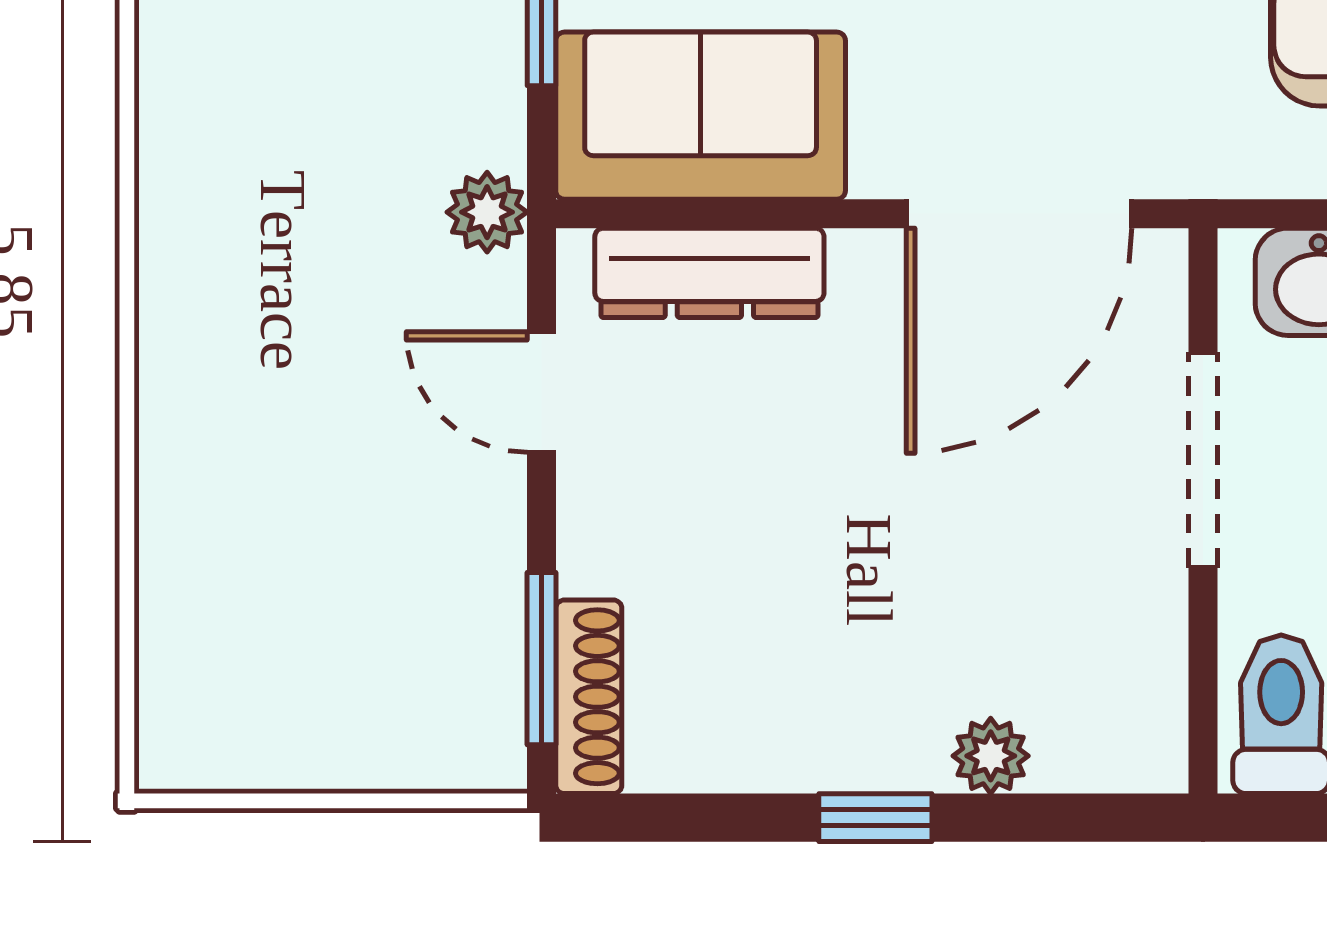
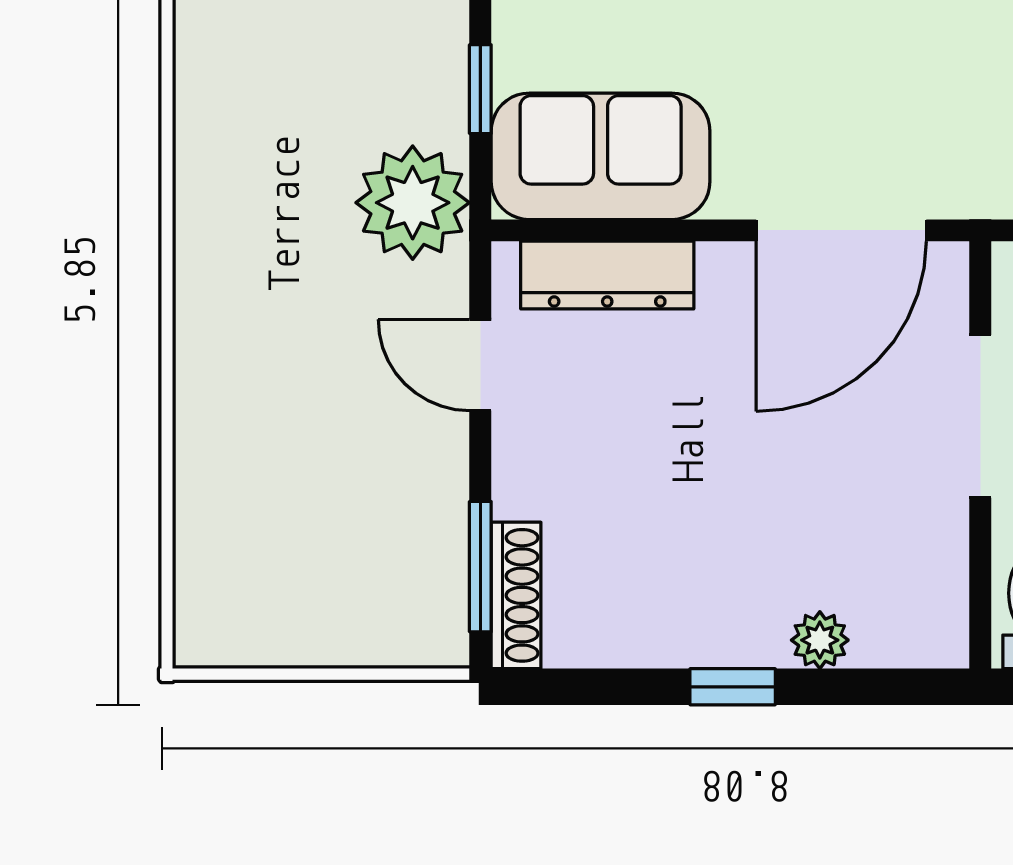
plant: (487, 212) -> (413, 203), width x1.87, depth x1.87

